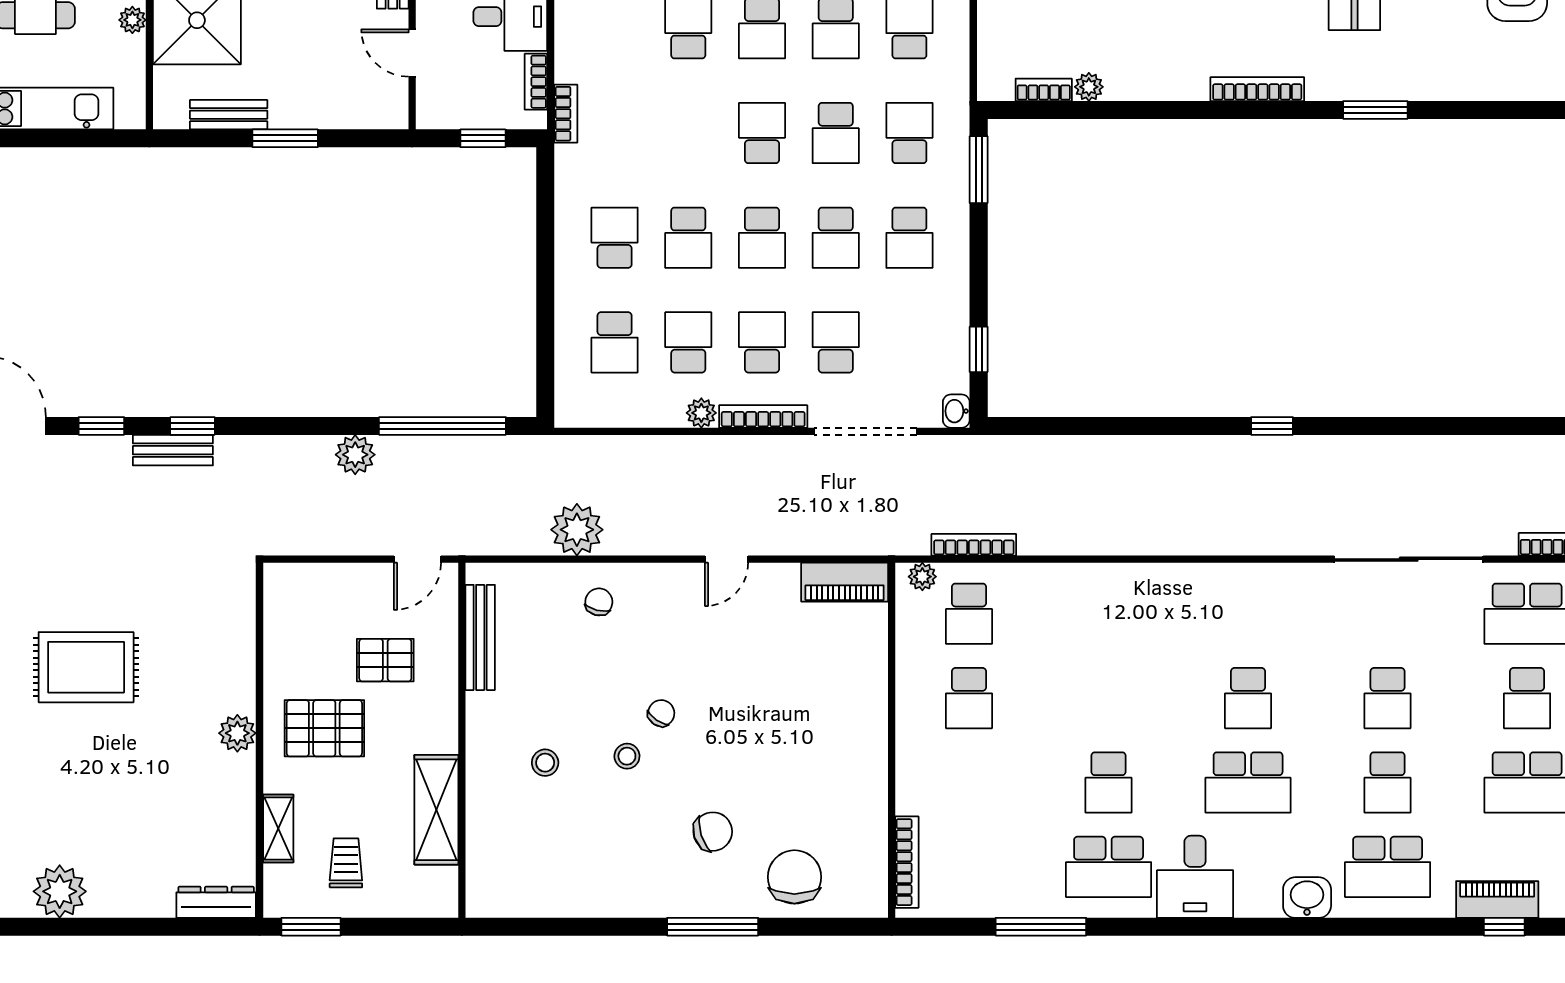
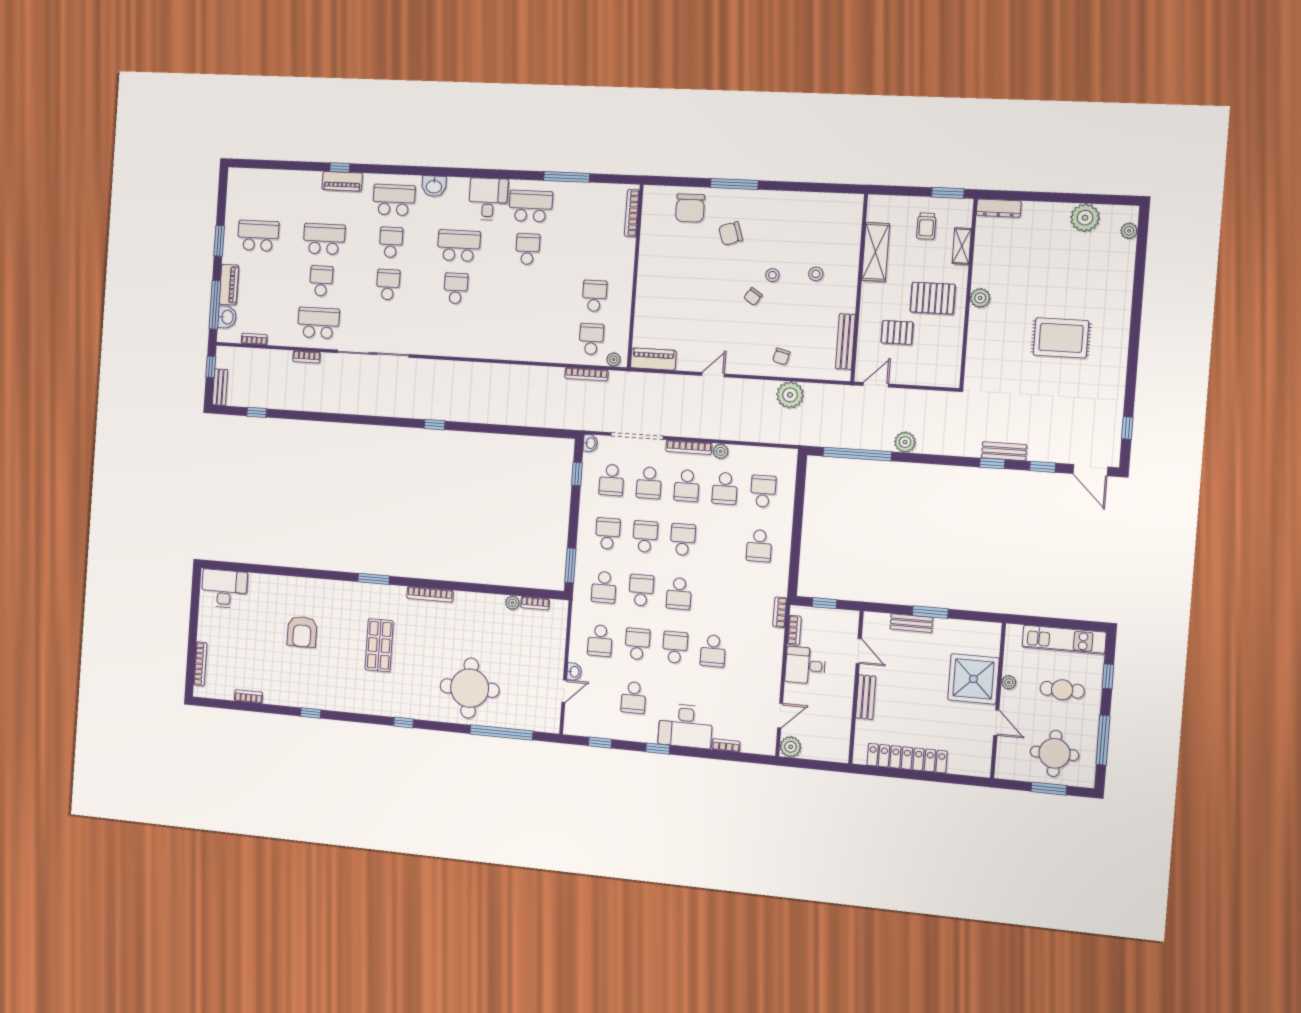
bench: (229, 115) -> (911, 623), moved
school desk: (688, 238) -> (612, 480), moved, turned 180

